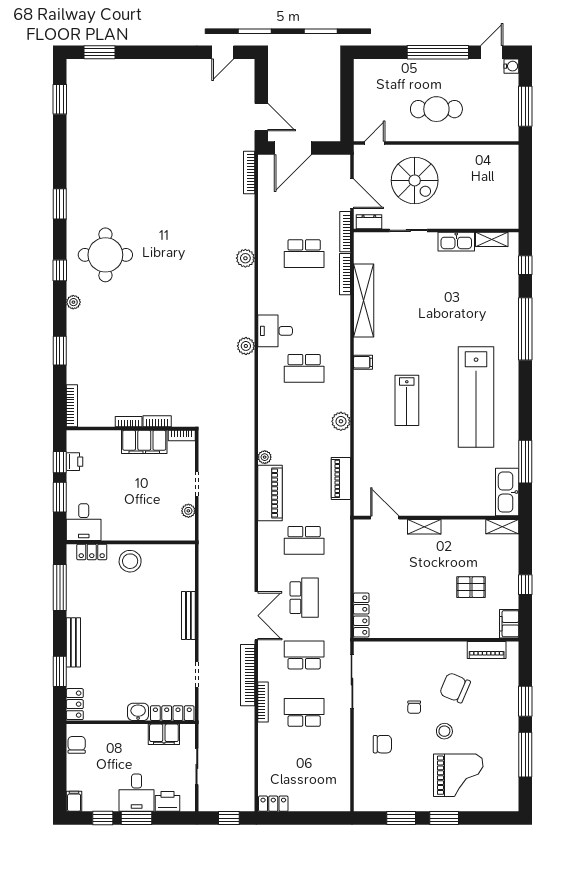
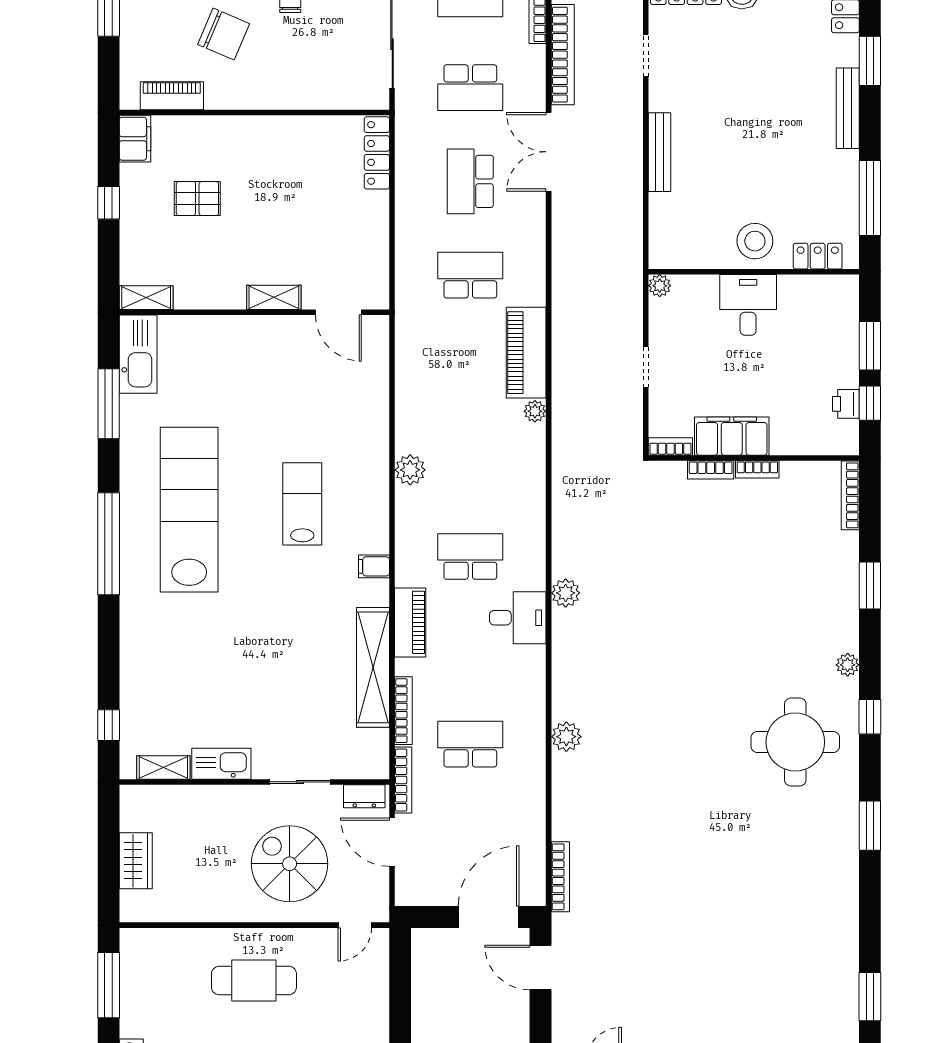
wardrobe: (509, 182) -> (136, 861), added
window: (525, 329) -> (109, 544), moved
piano: (341, 479) -> (410, 622), moved
plant: (188, 511) -> (660, 286), moved
desk: (84, 522) -> (748, 305), moved

